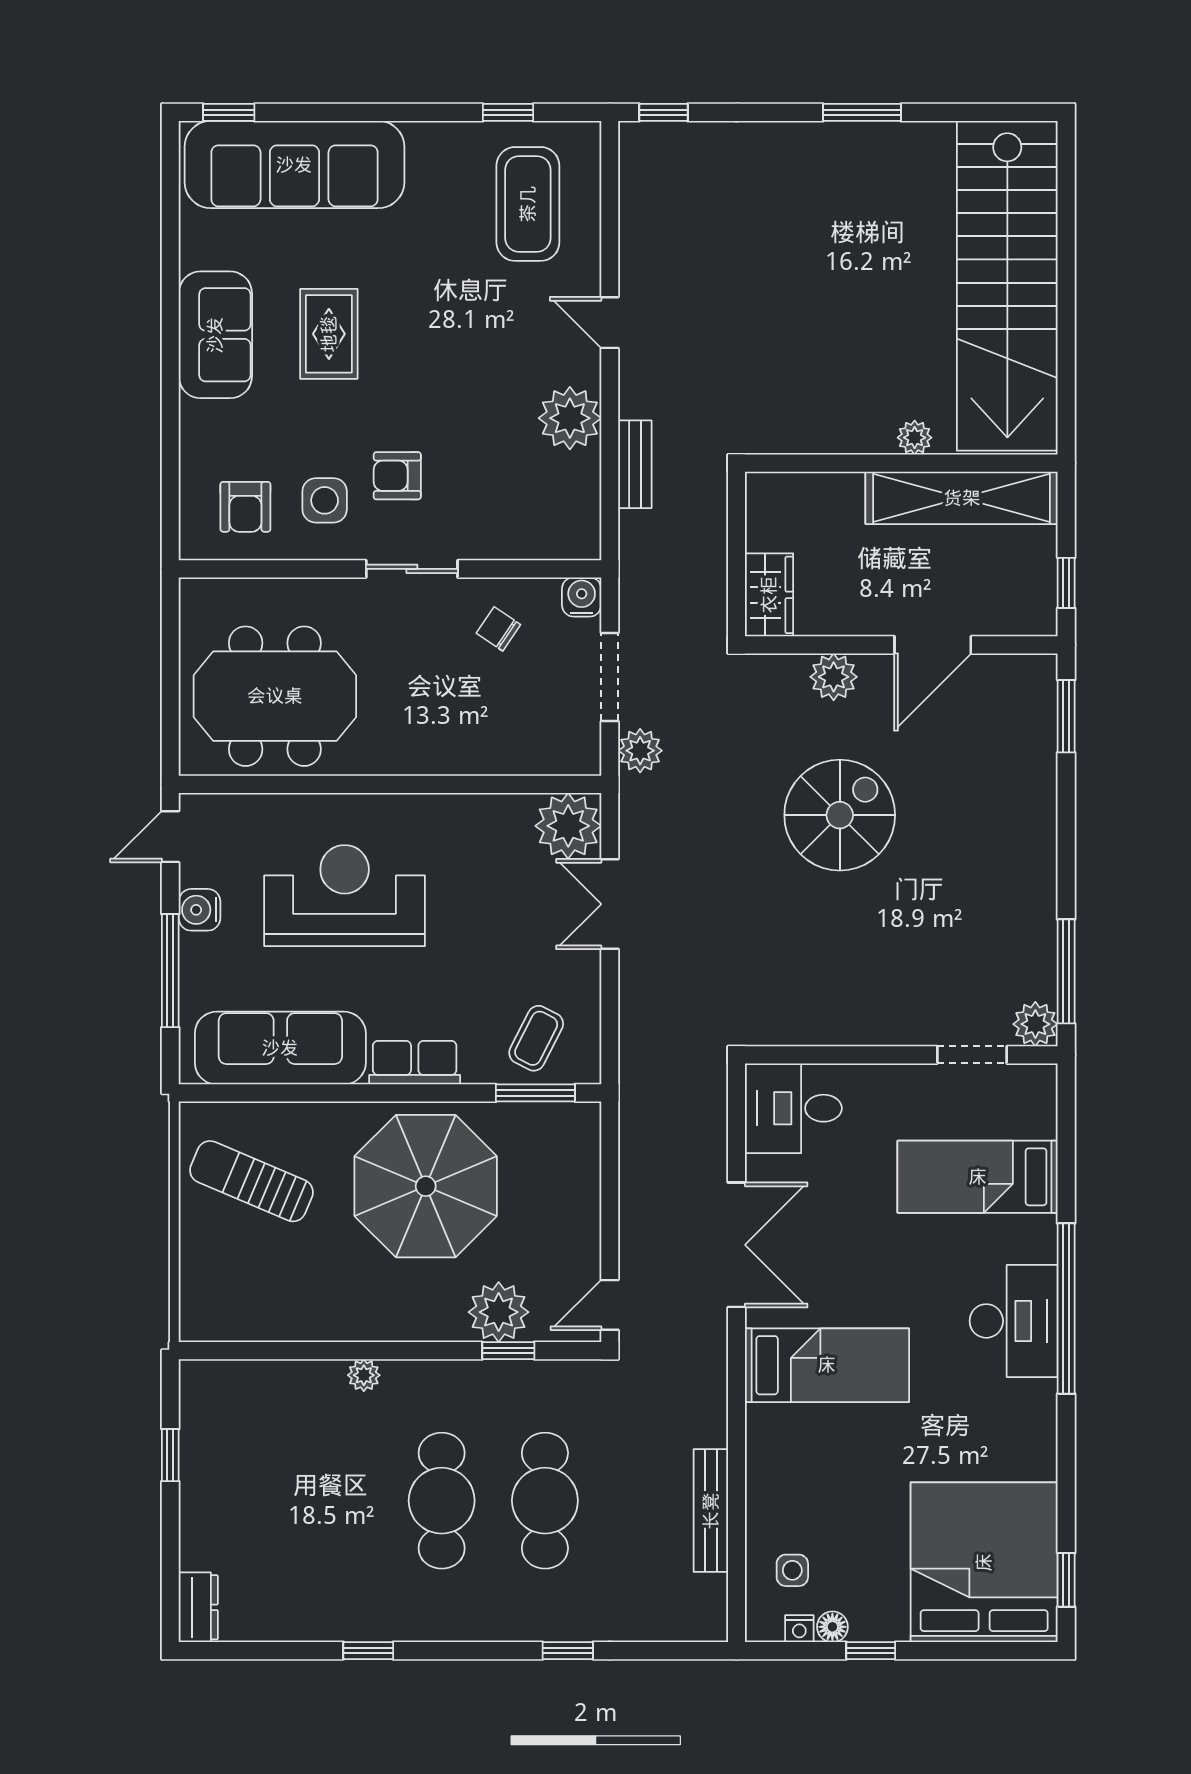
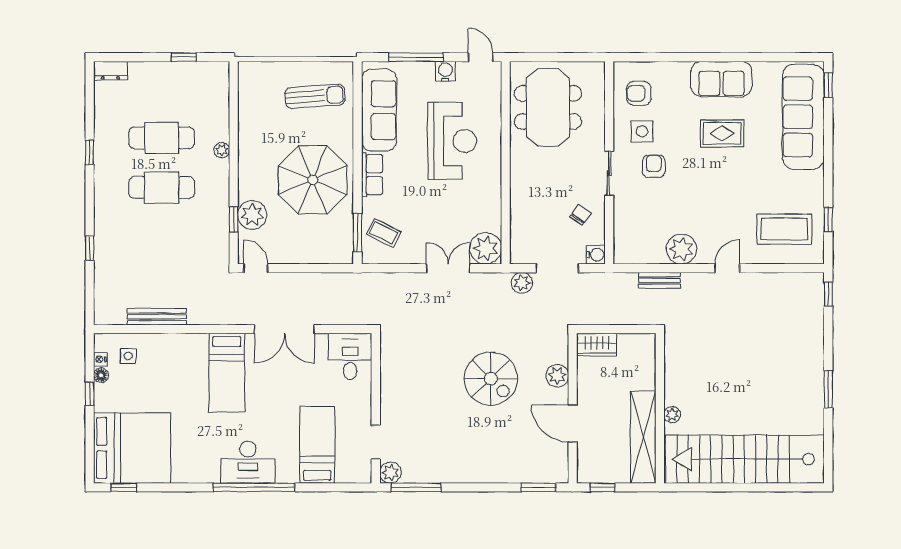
sun lounger: (251, 1181) -> (315, 96), turned 63
cafe table: (545, 1501) -> (162, 138), moved

